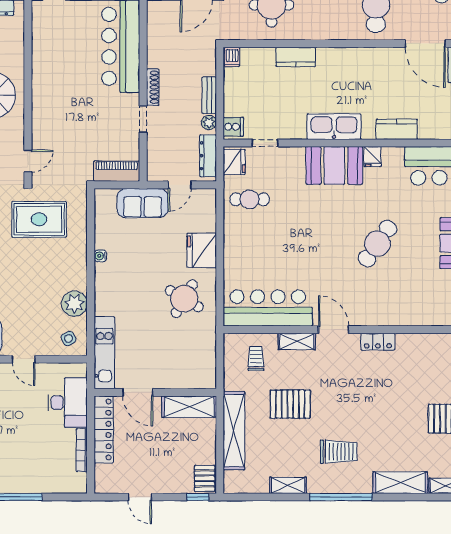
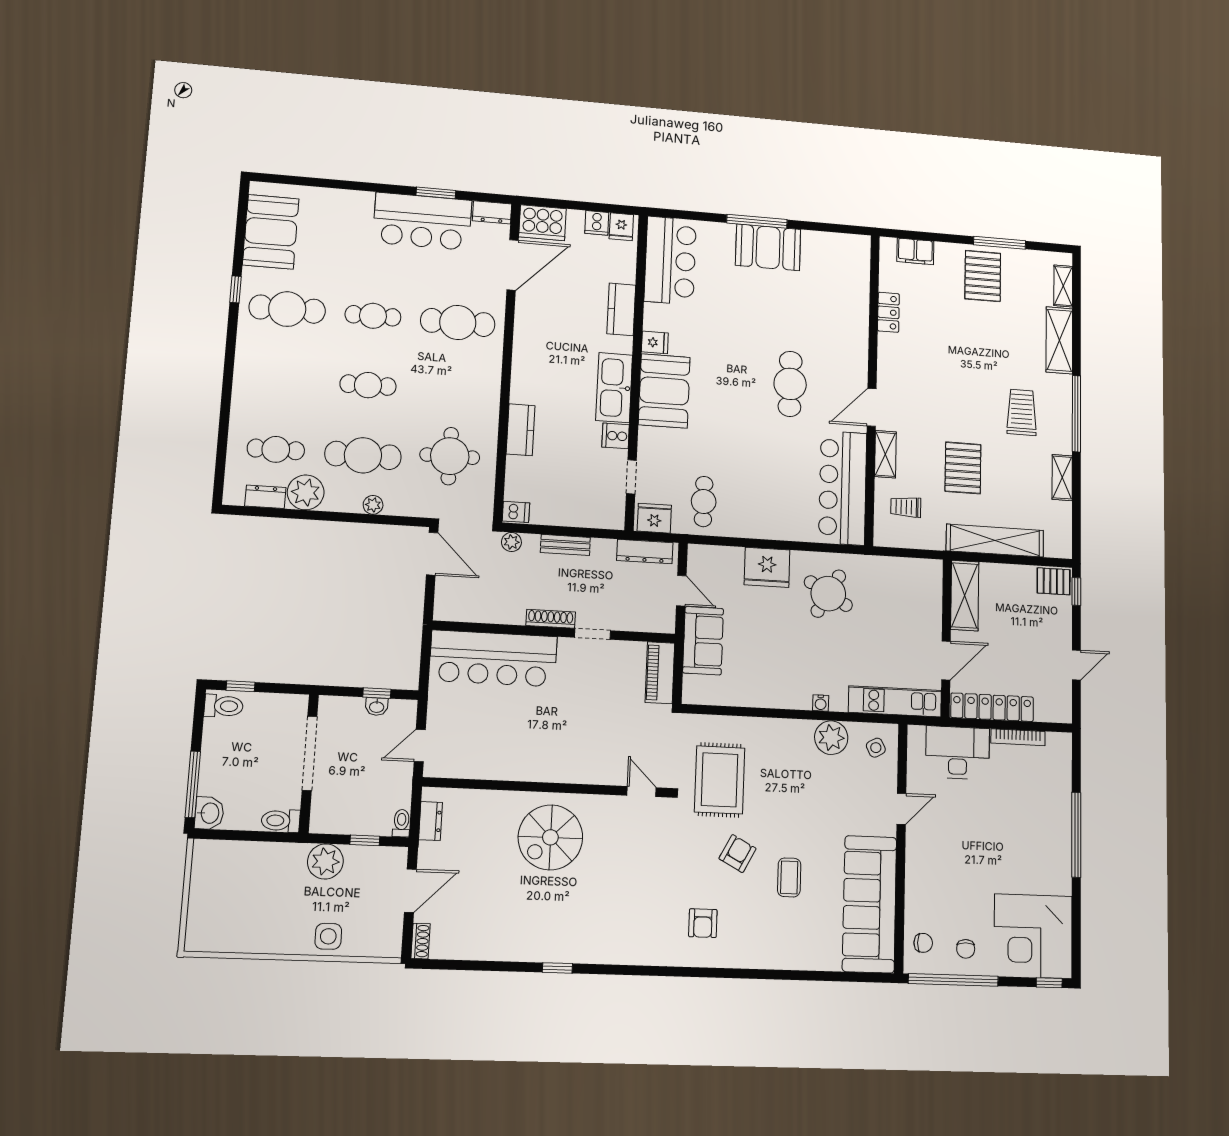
plant: (209, 123) -> (511, 542), moved
cooker: (233, 127) -> (616, 436), moved, turned -90
cafe table: (377, 244) -> (790, 384), moved, turned 55
water cooler: (100, 256) -> (821, 703), moved
locker: (378, 342) -> (888, 312), moved

